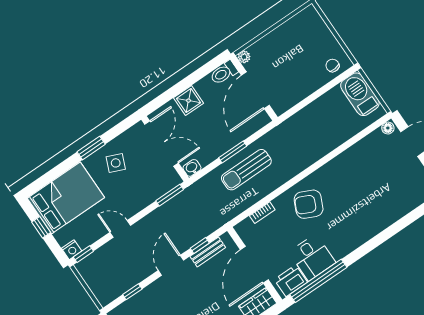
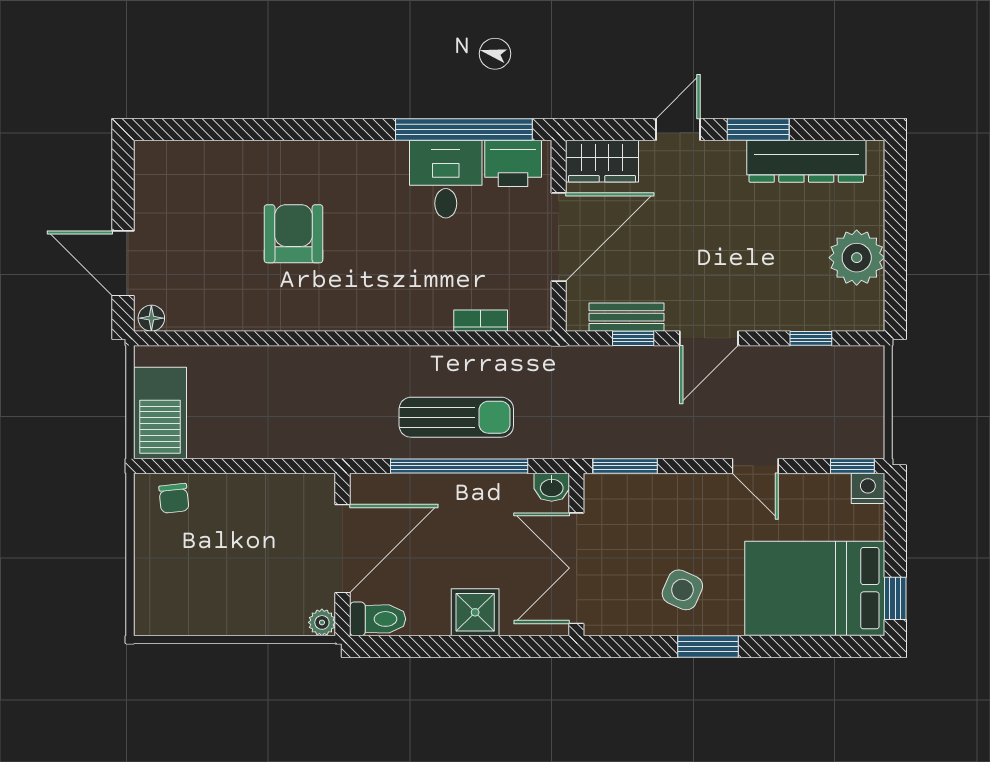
window: (233, 152) -> (459, 466), width x2.11
armchair: (309, 204) -> (294, 234), moved, turned -115
window: (41, 227) -> (895, 598), moved

